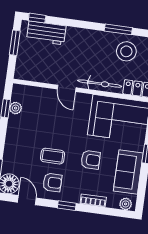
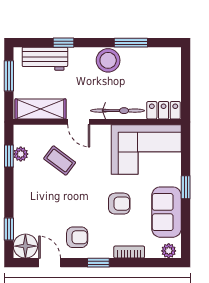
window: (37, 18) -> (63, 43), moved
stool: (126, 51) -> (108, 60), moved
shelving: (37, 73) -> (41, 109), added
coffee table: (53, 156) -> (60, 161), moved, turned 37

